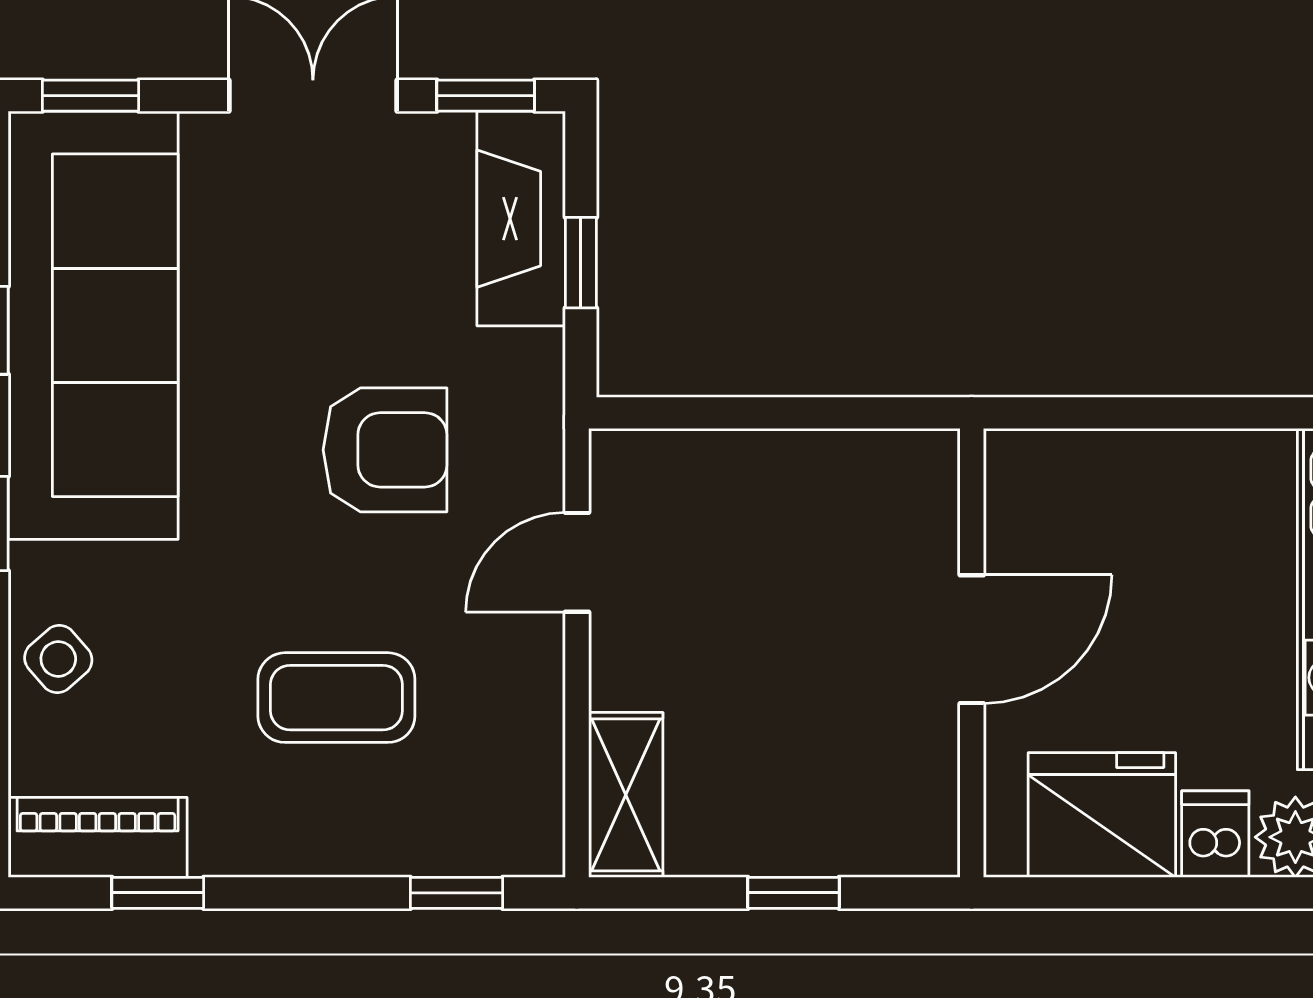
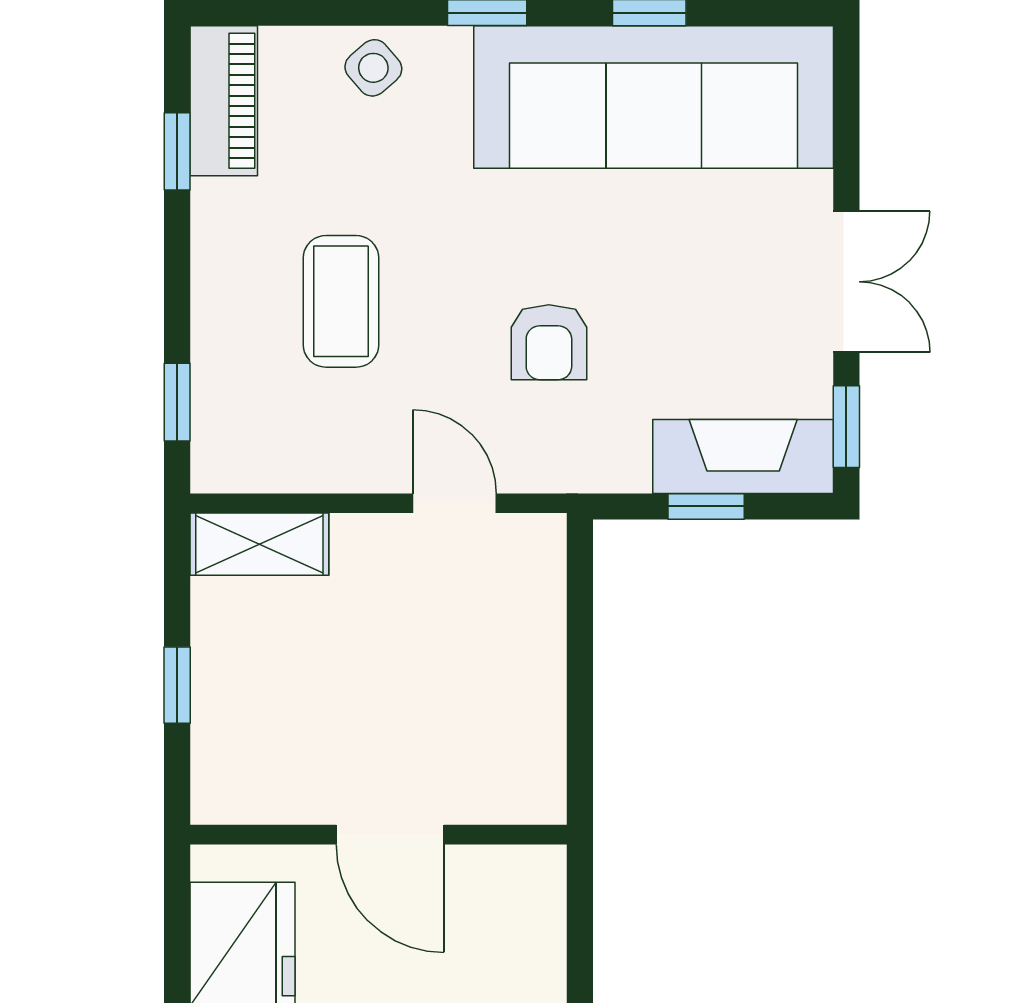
window: (90, 96) -> (846, 95), removed
armchair: (385, 450) -> (549, 342), width x0.72, depth x0.72

